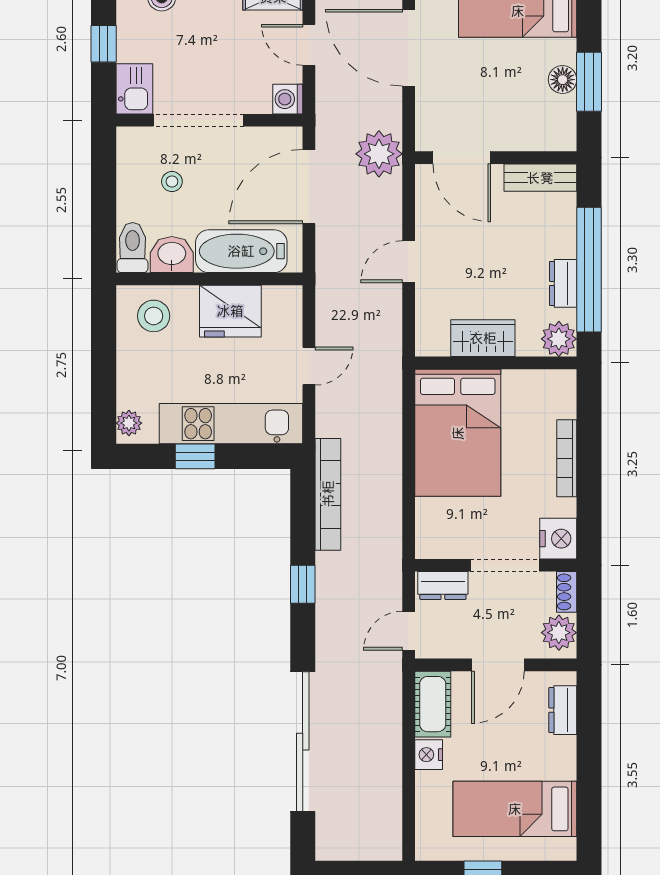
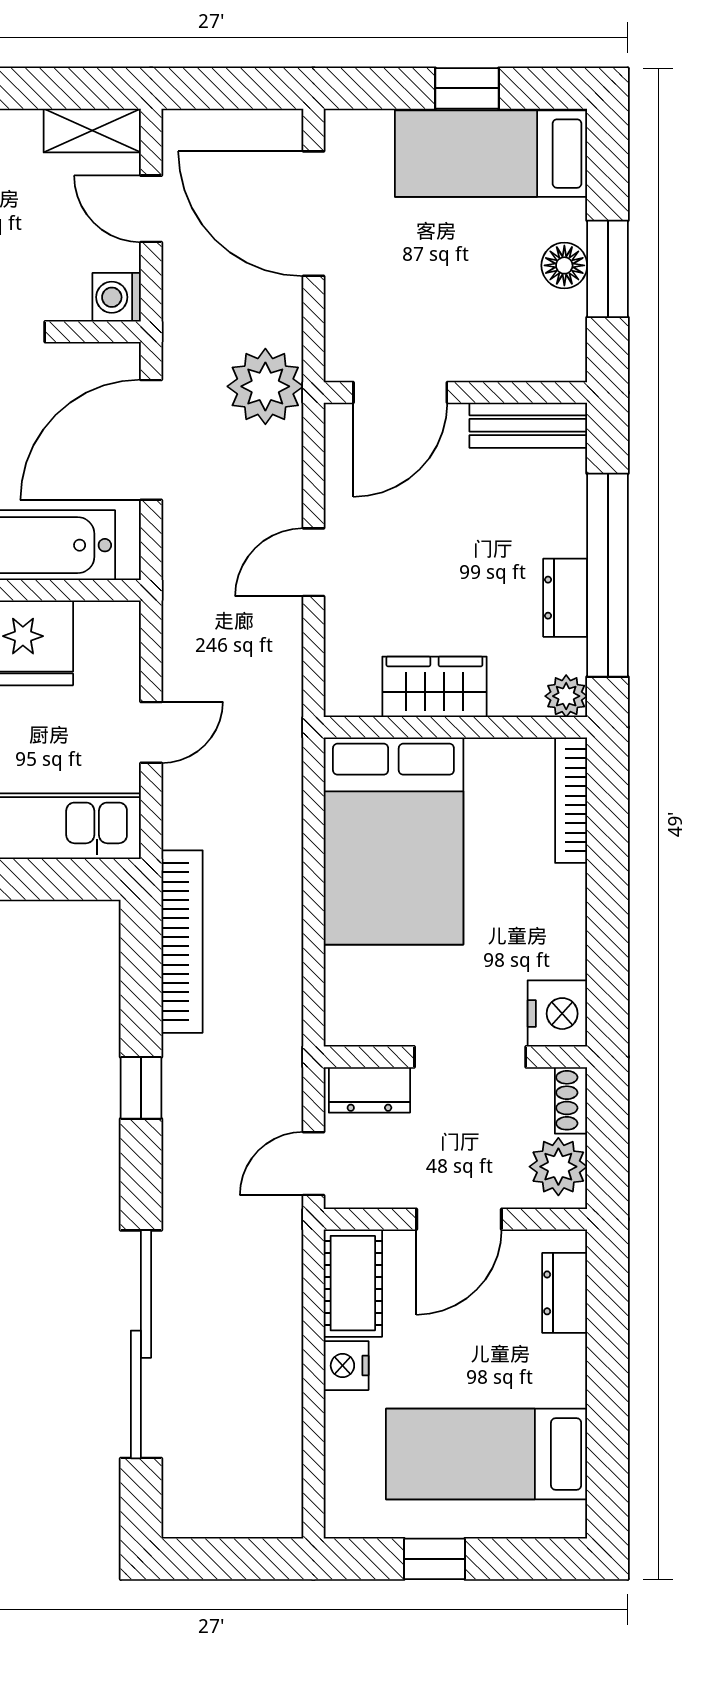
door: (462, 158) -> (400, 393), hinge flipped
plant: (559, 339) -> (566, 696), width x0.73, depth x0.73
bookcase: (567, 458) -> (571, 800), moved

